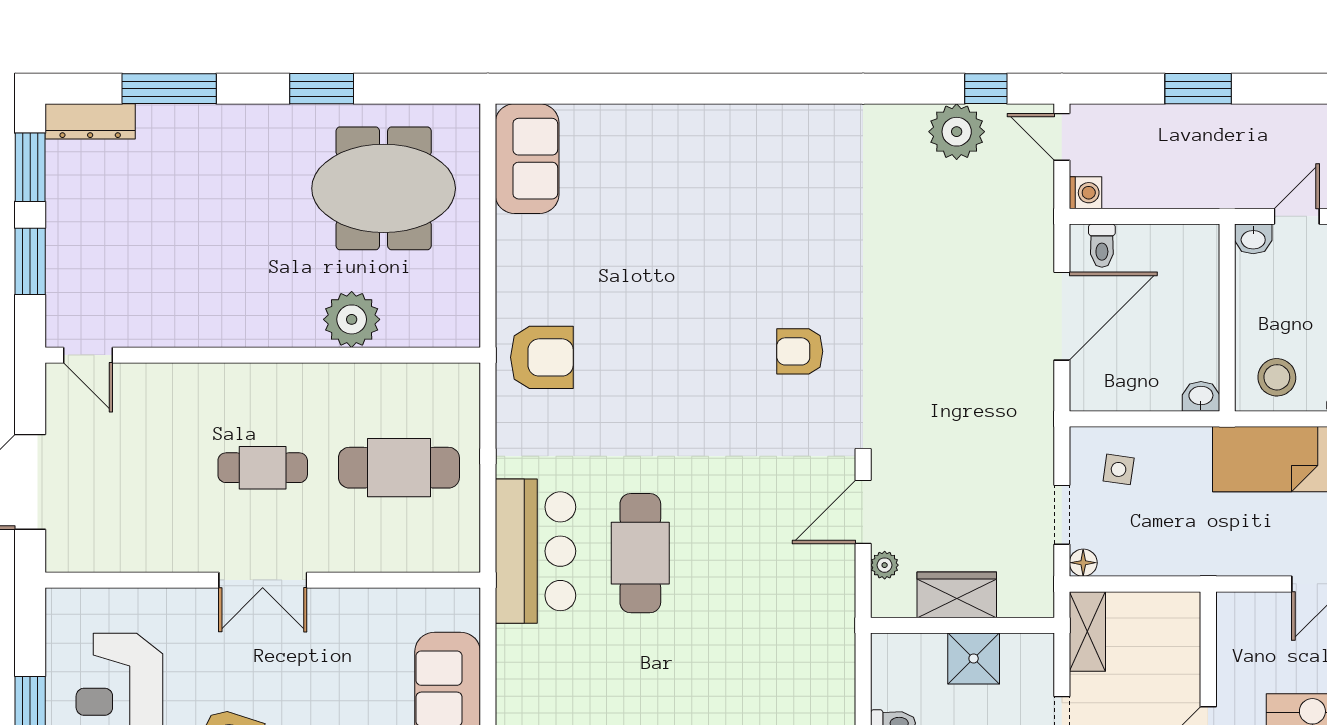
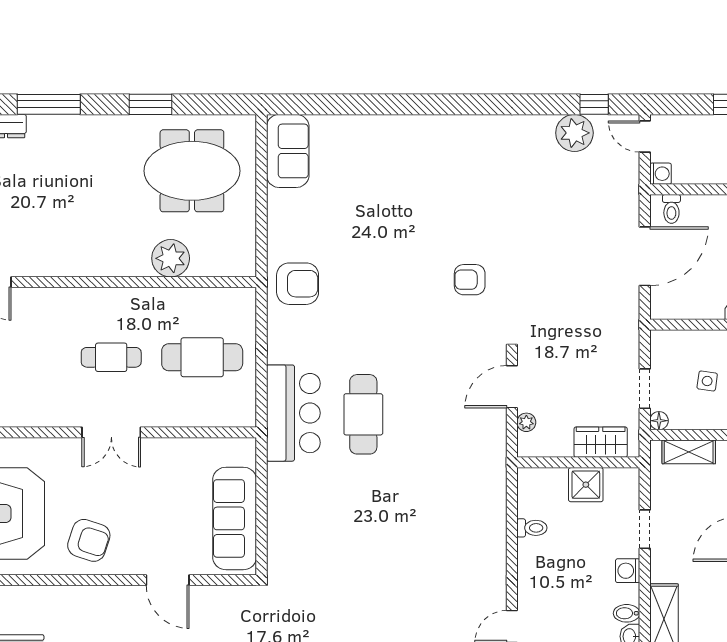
side table: (1119, 469) -> (707, 381), moved
wardrobe: (957, 595) -> (601, 442), moved
shelving: (1087, 631) -> (689, 452), moved, turned 90

